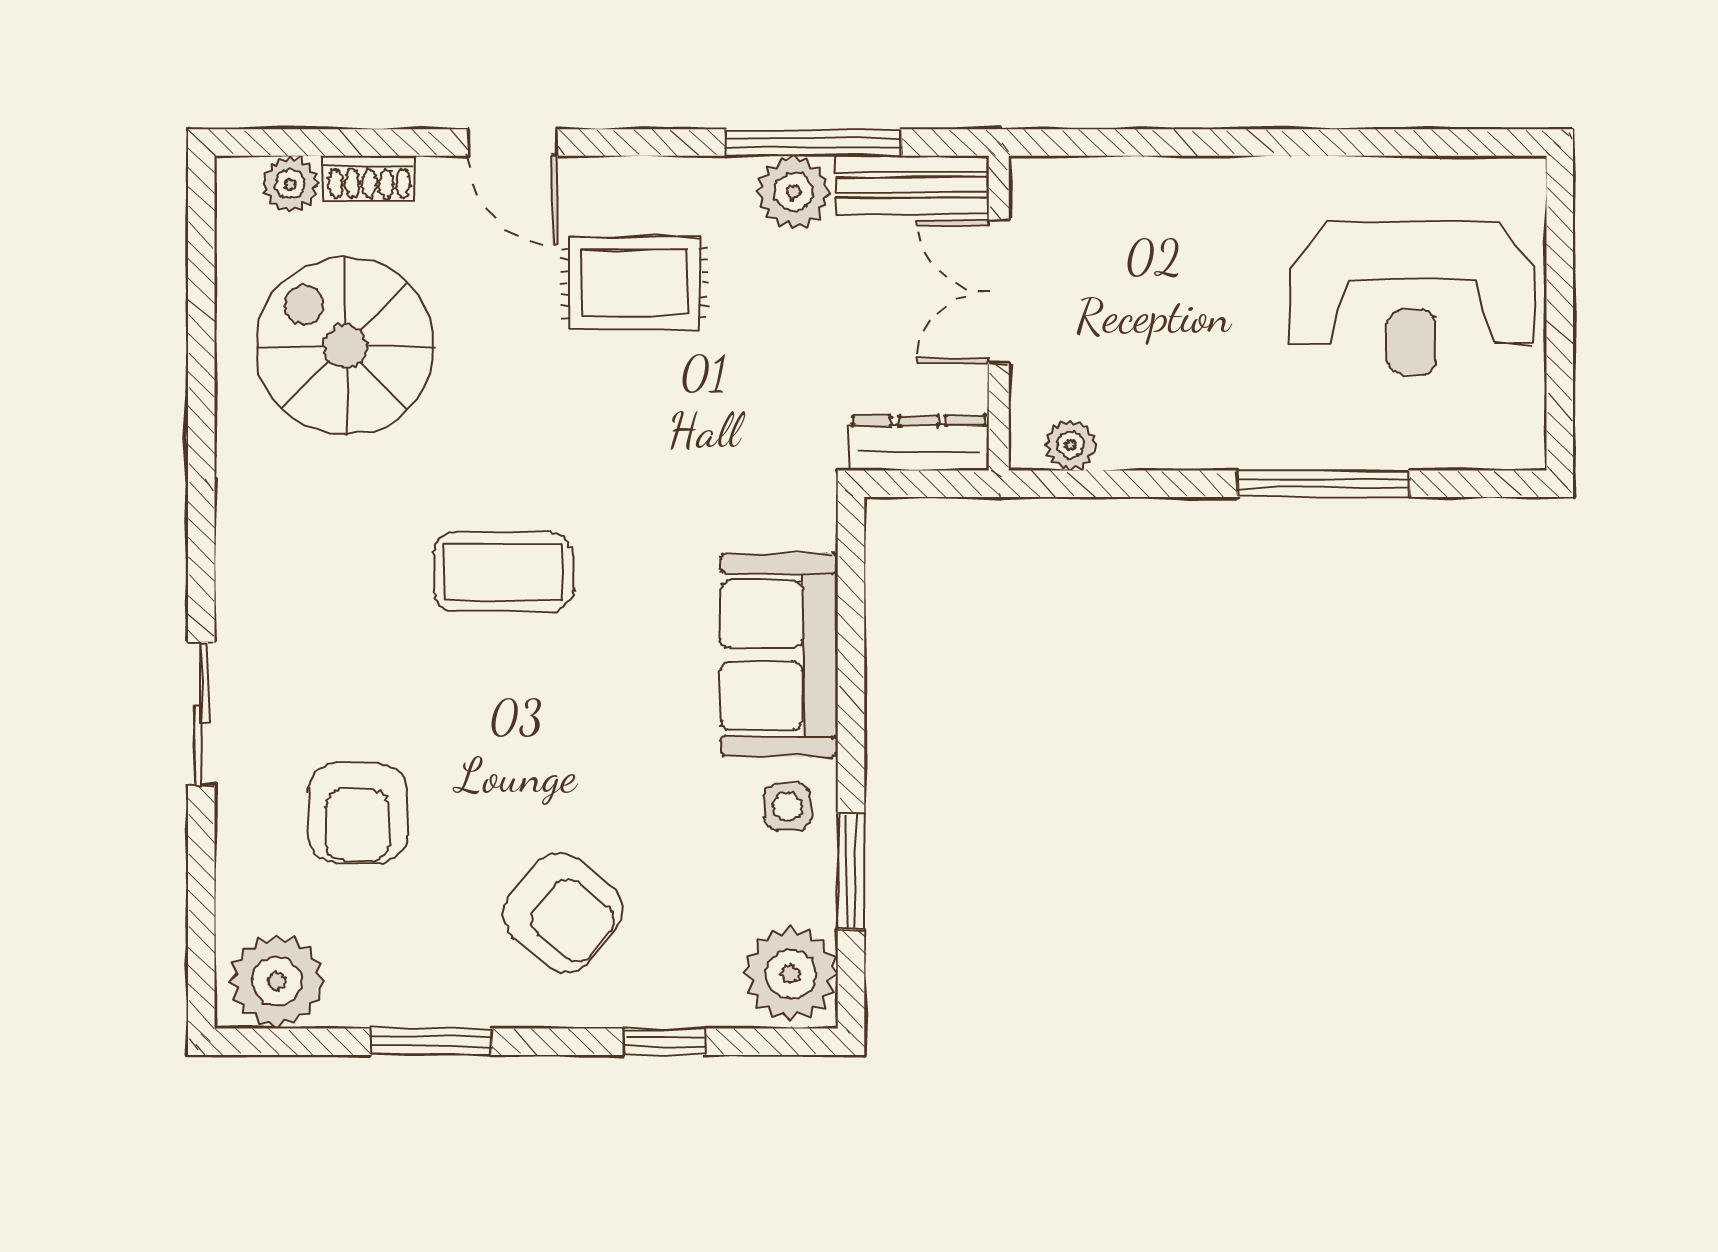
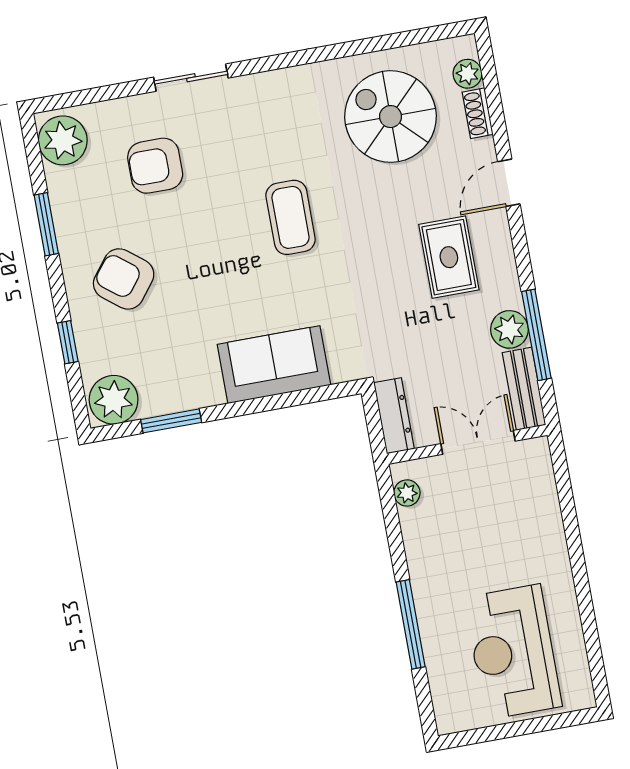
spiral stairs: (345, 346) -> (390, 117), turned -90
side table: (787, 807) -> (198, 383), removed
armchair: (563, 913) -> (124, 279), turned 89

